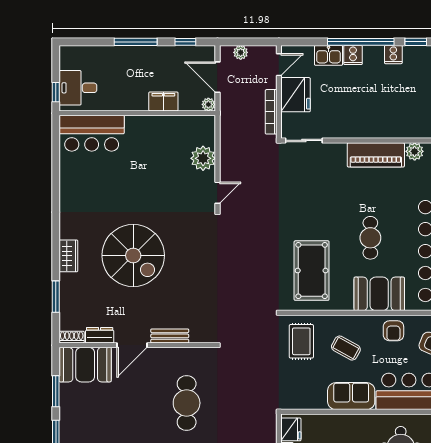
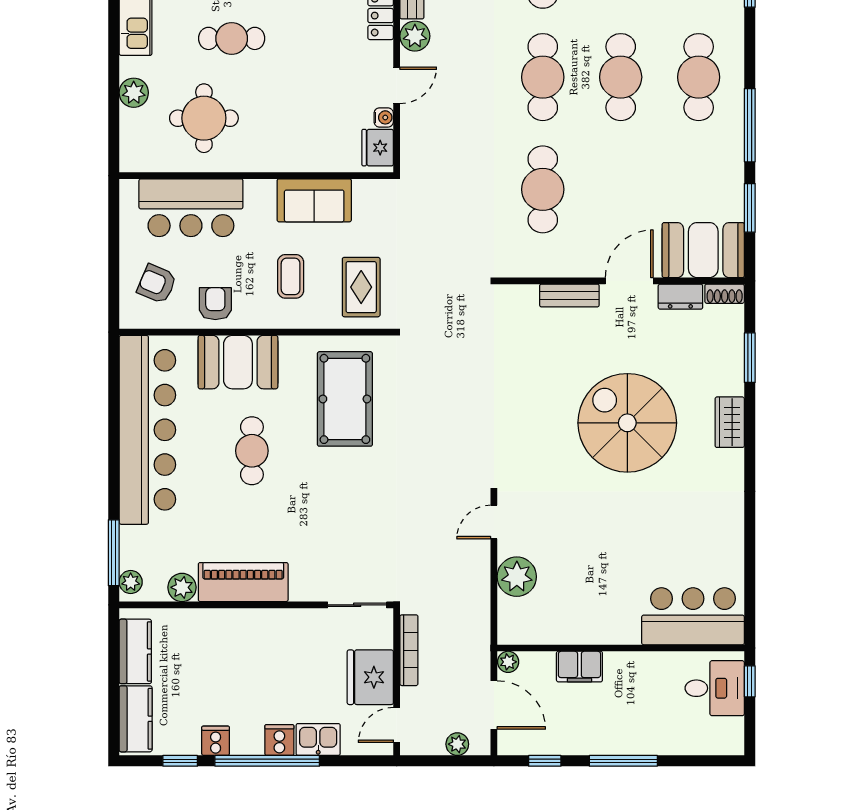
coffee table: (346, 348) -> (291, 276), turned 61
sofa: (351, 396) -> (314, 200), moved

